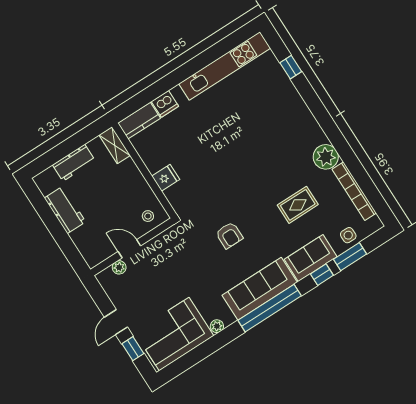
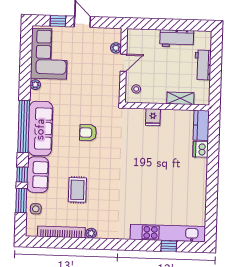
kitchen unit: (225, 66) -> (168, 233), moved, turned 90
shelving: (115, 145) -> (180, 98), moved
plant: (326, 157) -> (91, 233), width x0.53, depth x0.53

